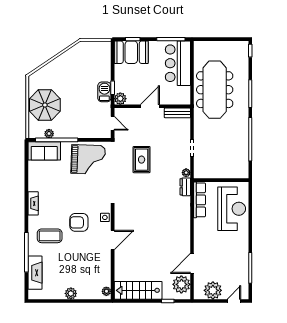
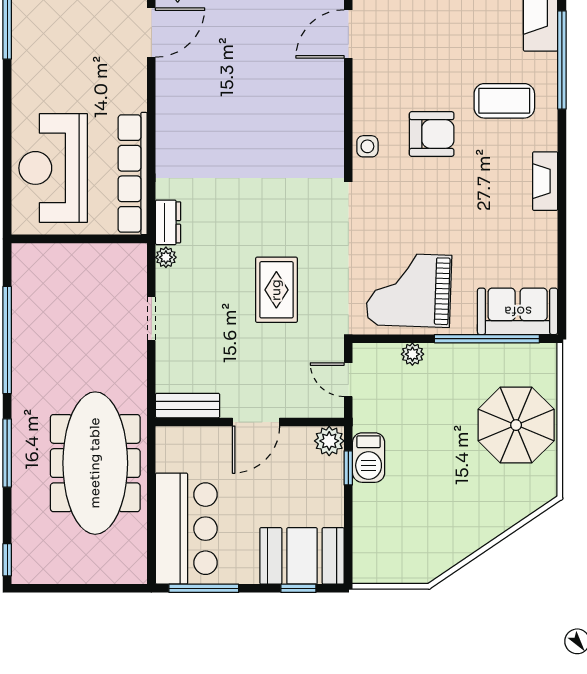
plant: (49, 134) -> (412, 354), moved
row of seats: (200, 200) -> (133, 174), width x1.36
door: (113, 240) -> (348, 34), moved

